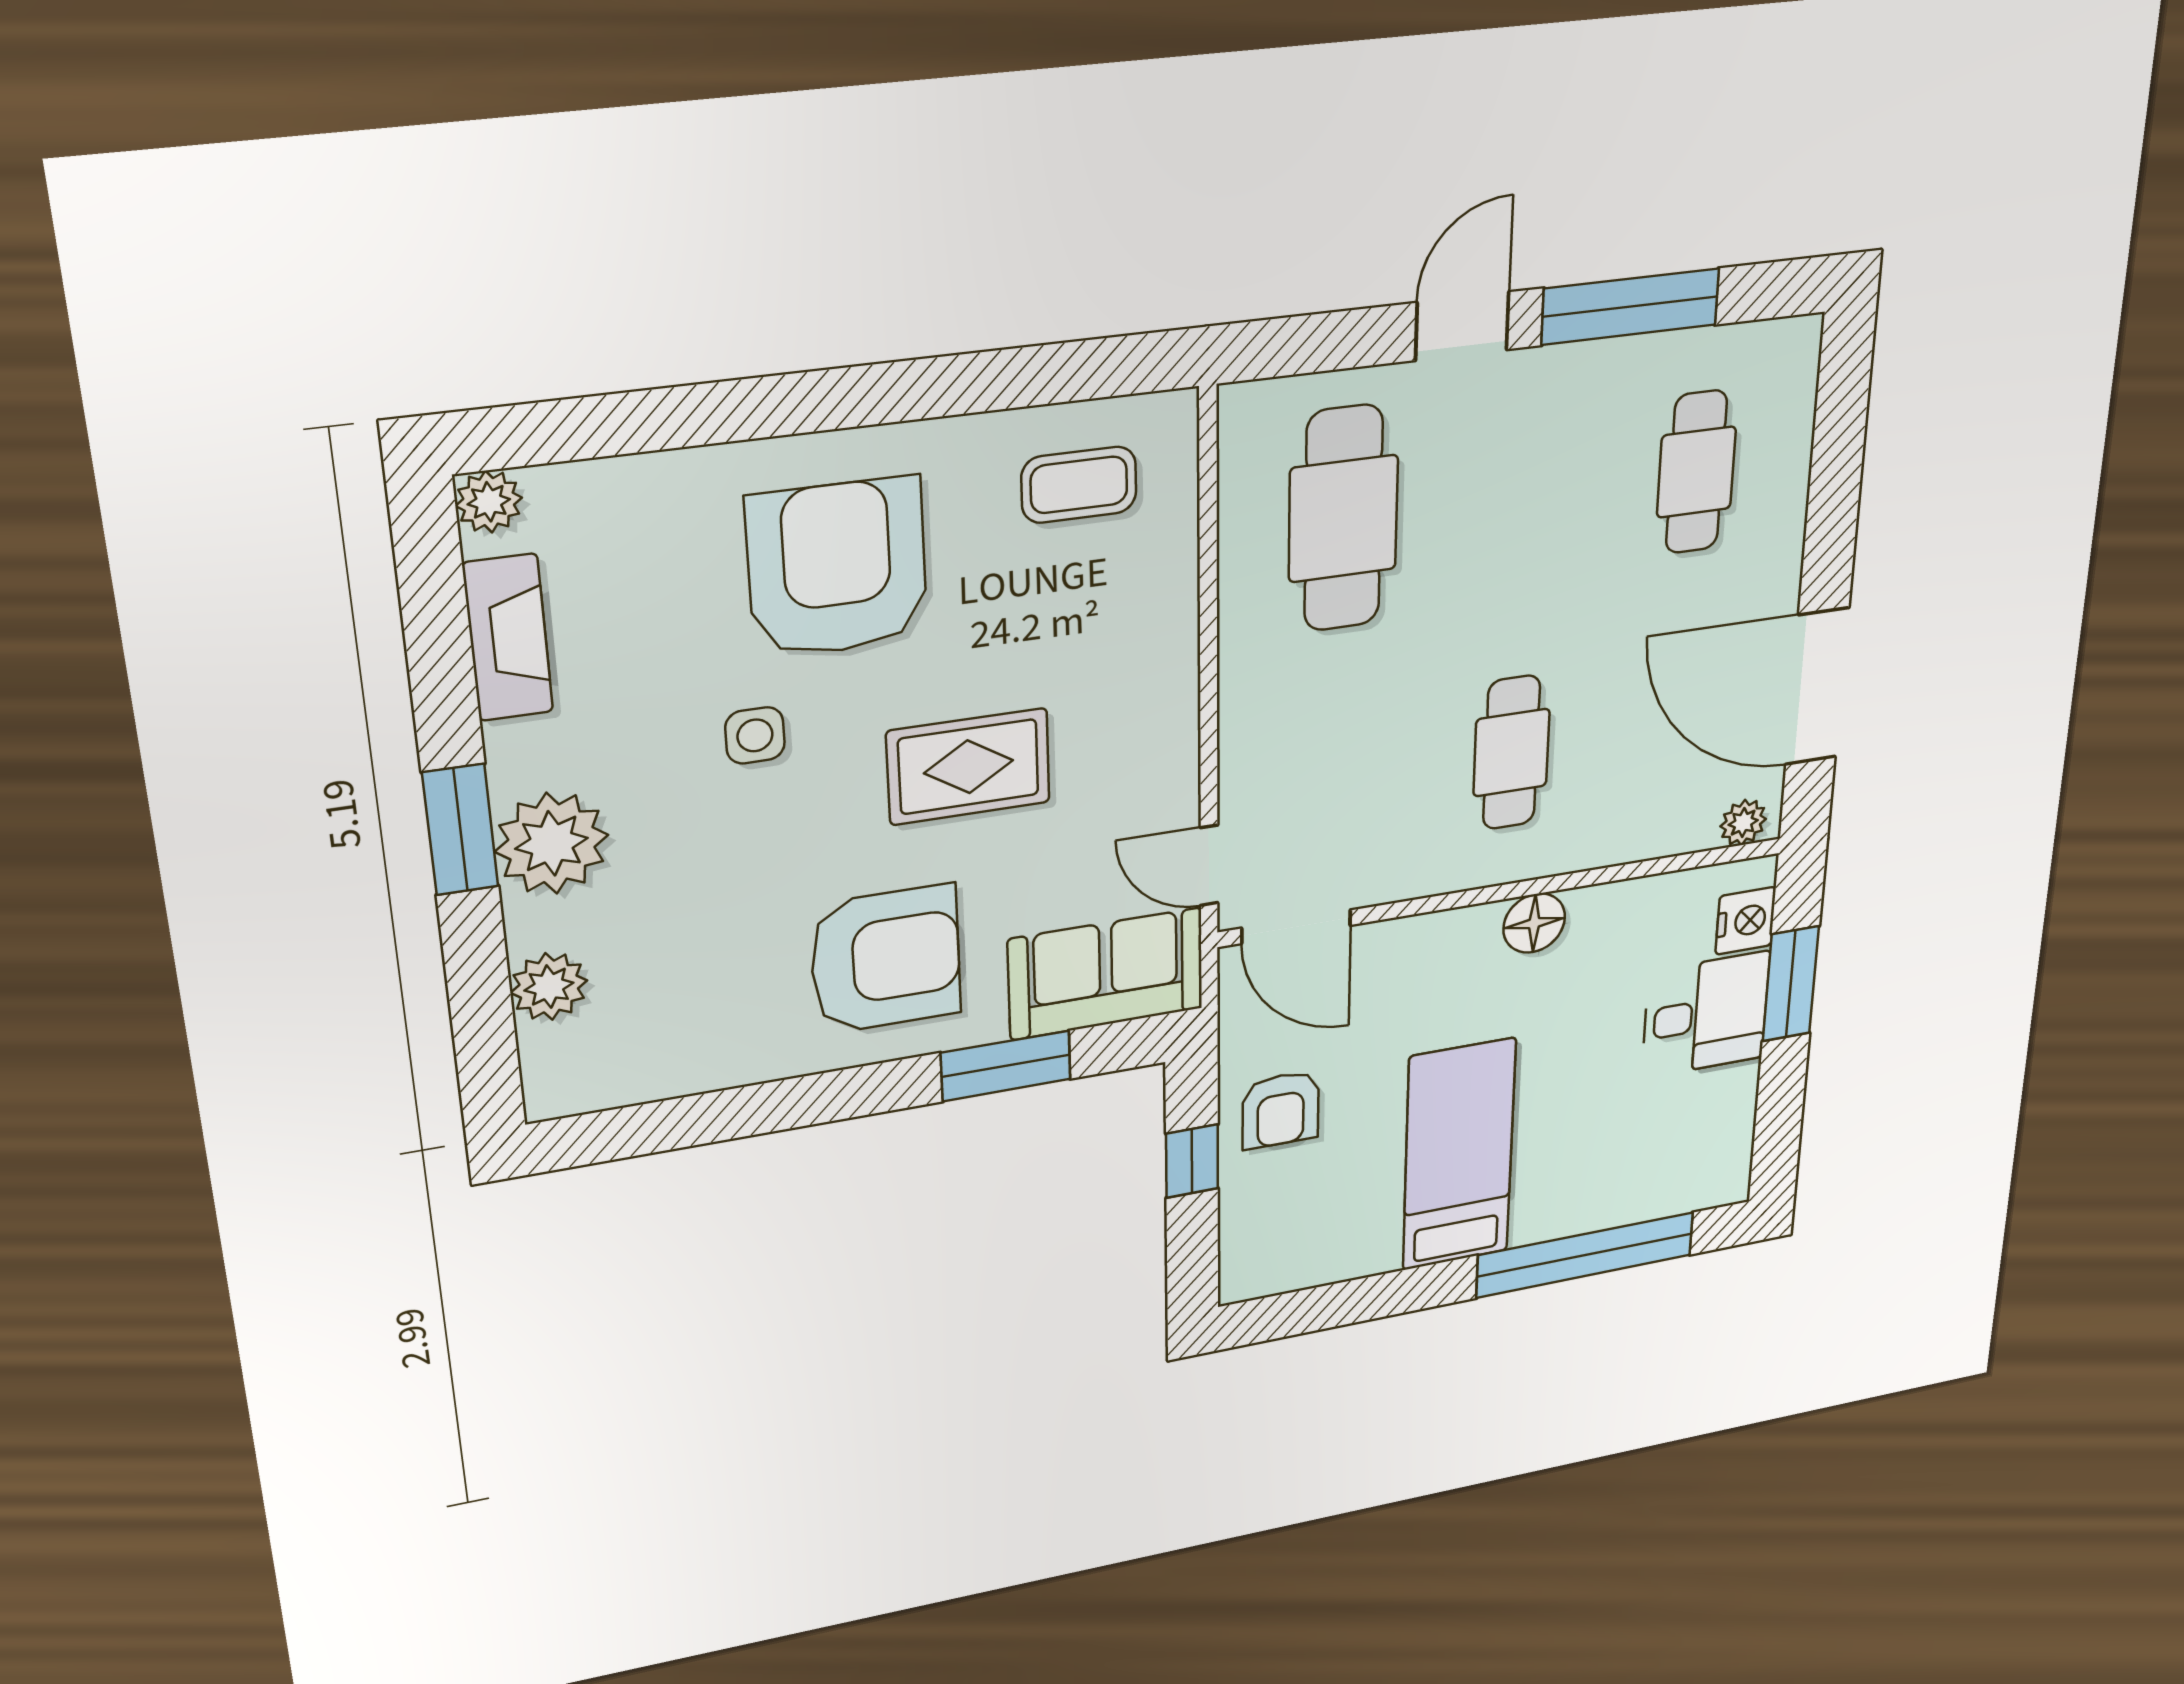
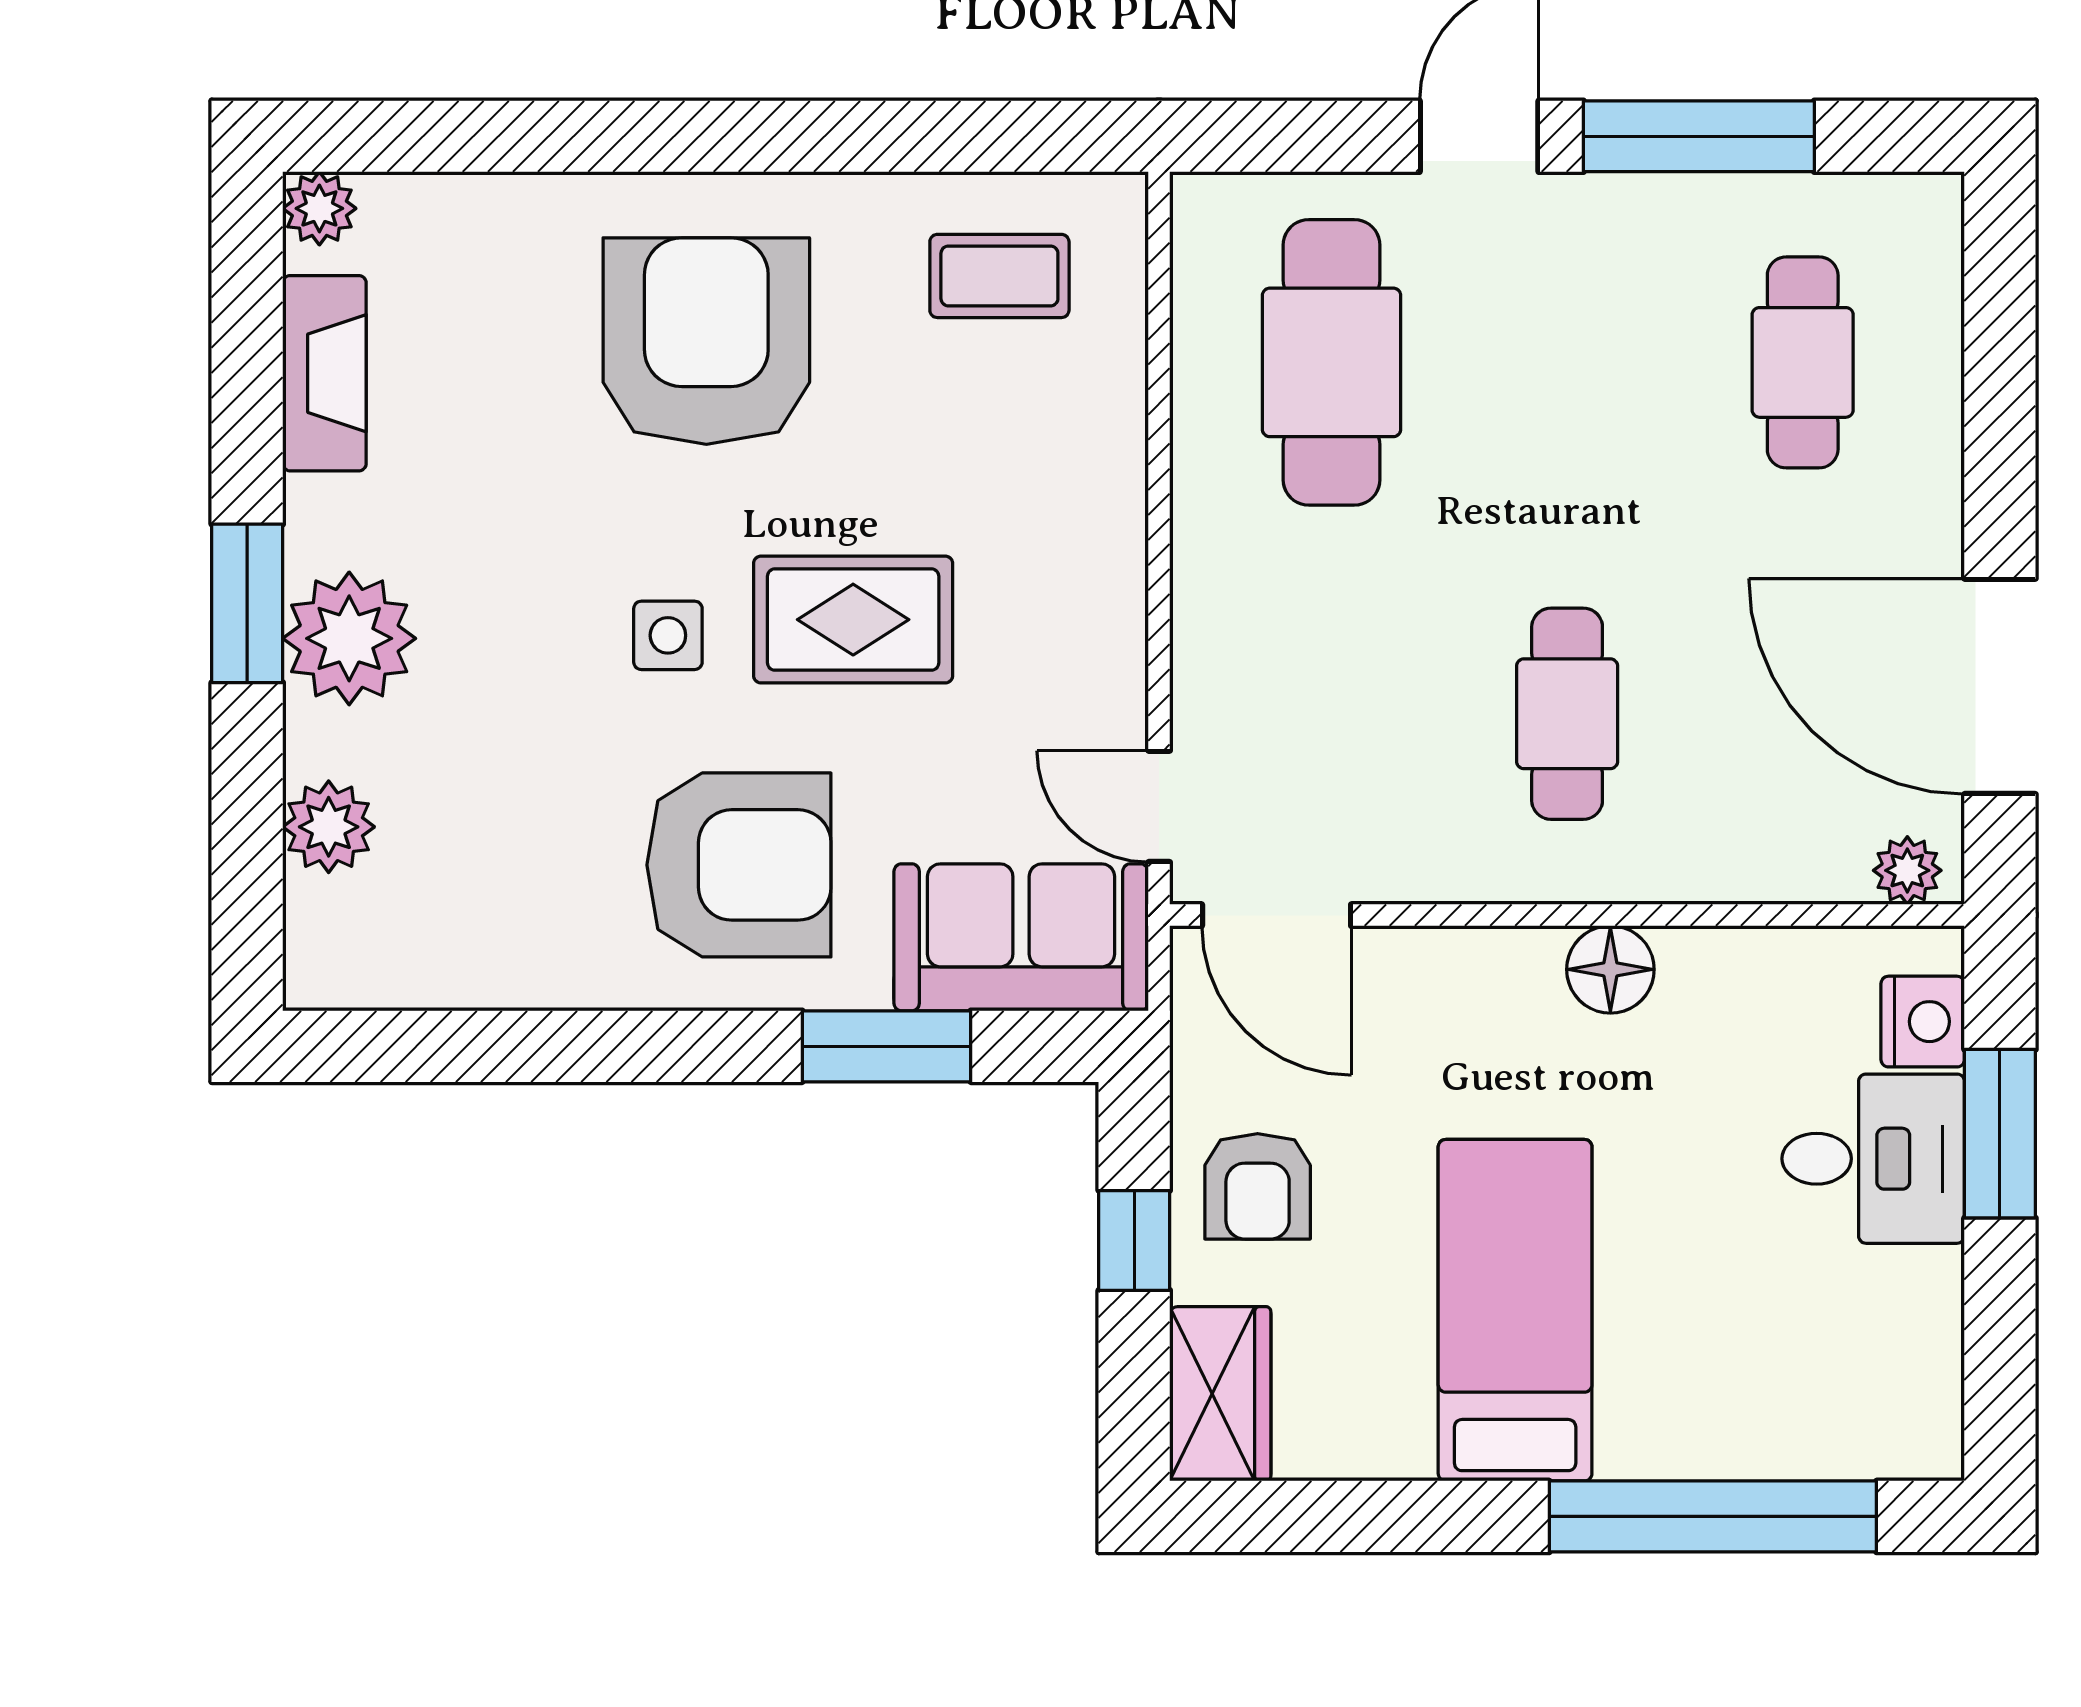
side table: (755, 735) -> (668, 635), moved
wardrobe: (1253, 1246) -> (1220, 1394), added

